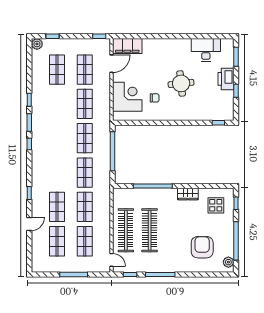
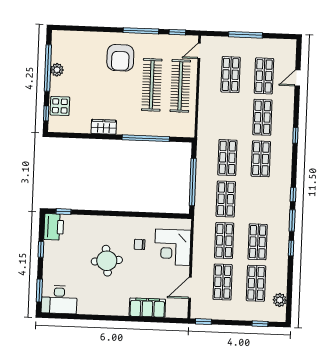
plant: (37, 44) -> (280, 300), moved
filing cabinet: (127, 46) -> (147, 308), moved
desk: (206, 50) -> (59, 300), moved
printer: (226, 79) -> (54, 227), moved
shop shelf: (57, 104) -> (258, 242), added
display table: (216, 205) -> (60, 106), moved
shop shelf: (85, 207) -> (261, 159), moved
door: (29, 224) -> (298, 78), moved
armchair: (202, 247) -> (120, 58), moved
door: (111, 260) -> (199, 51), hinge flipped
plant: (228, 262) -> (57, 70), moved

